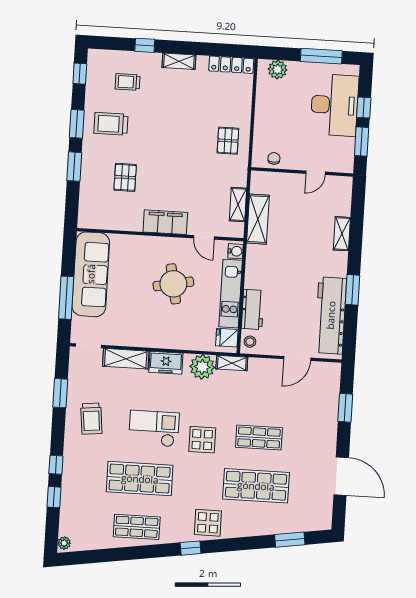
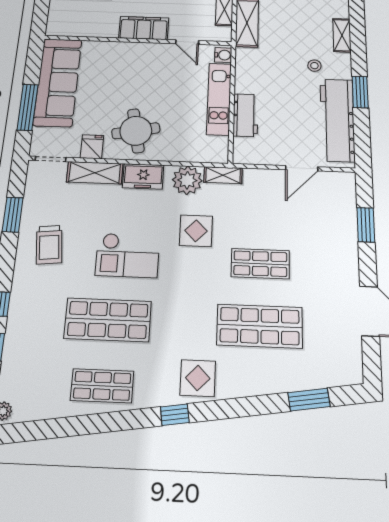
round table: (173, 284) -> (136, 131), moved
fridge: (227, 338) -> (92, 147), moved, turned 90
stool: (250, 342) -> (314, 66), moved
checkout: (154, 429) -> (128, 255), turned 180
display table: (202, 440) -> (196, 231), moved

